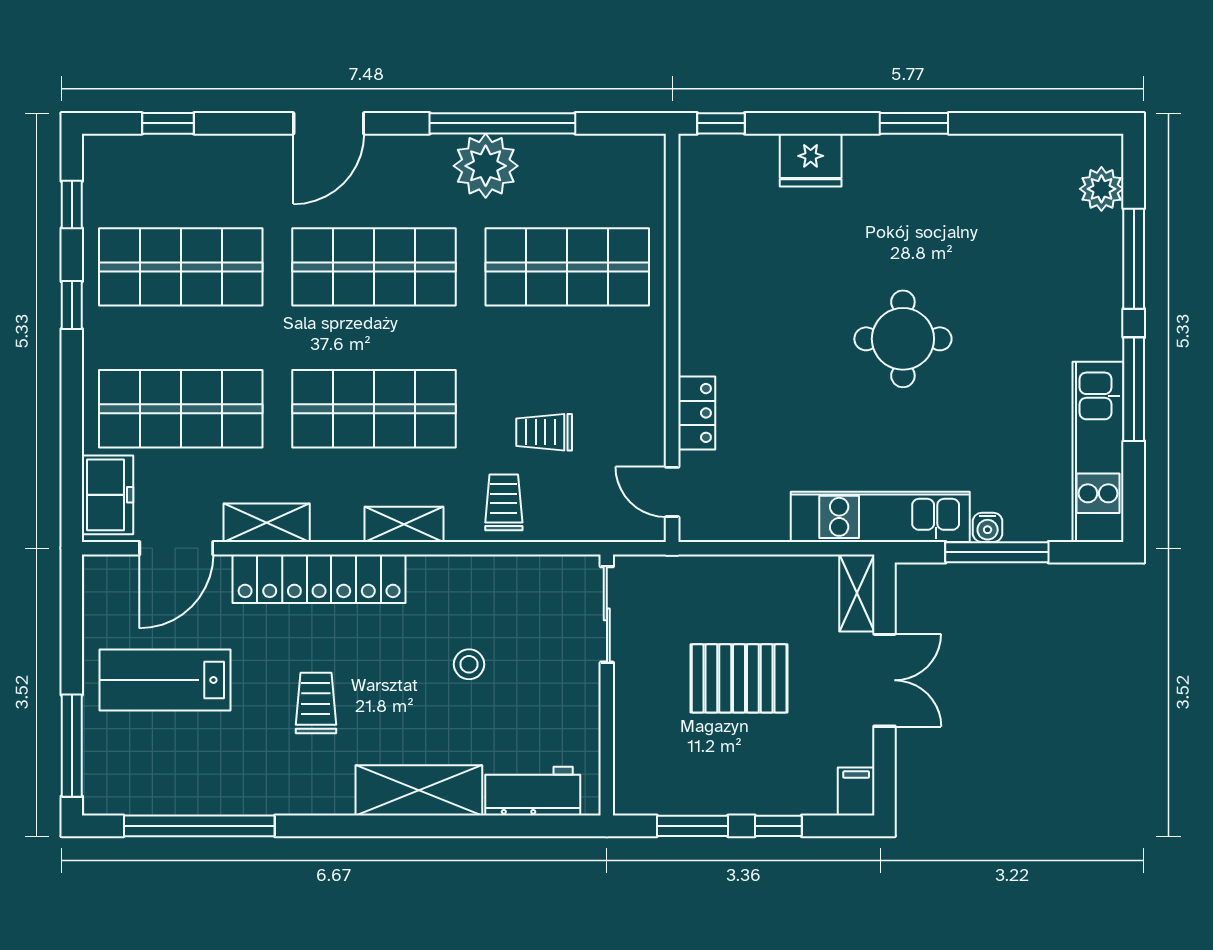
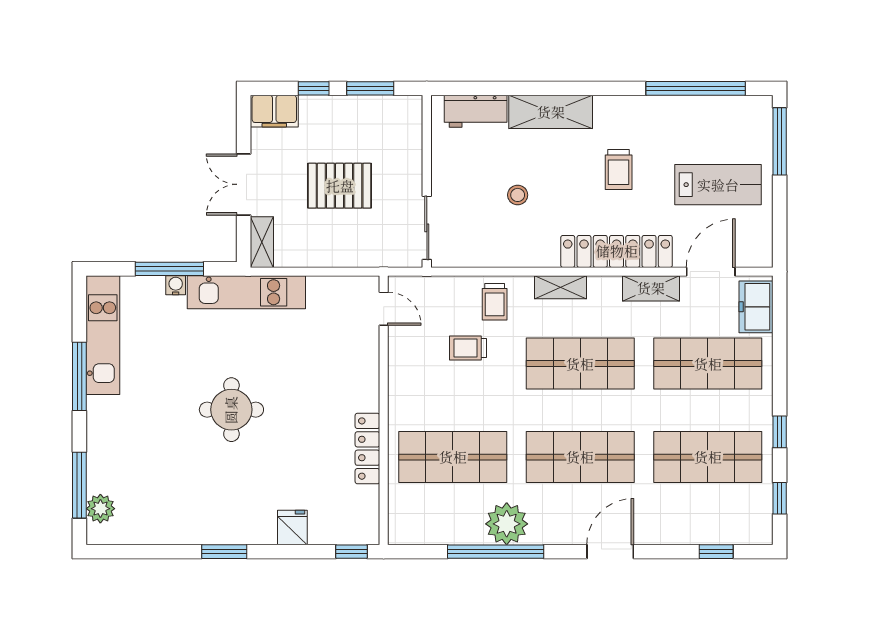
fridge: (811, 160) -> (292, 528), width x0.72
window: (1134, 259) -> (79, 485), moved
locker: (697, 413) -> (367, 449), moved, width x1.53
trolley: (544, 432) -> (468, 348), turned 180
filing cabinet: (856, 791) -> (274, 111), width x2.00

